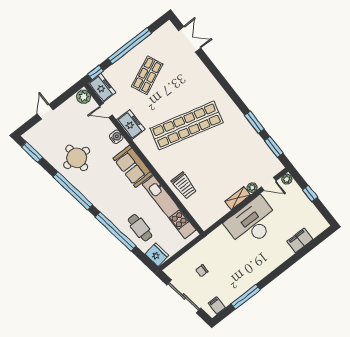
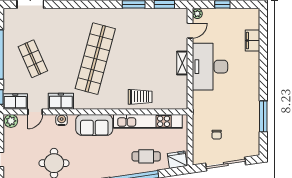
plant: (252, 188) -> (183, 46), removed
filing cabinet: (217, 305) -> (253, 144), removed

